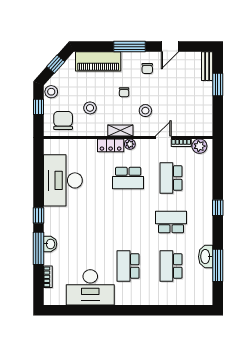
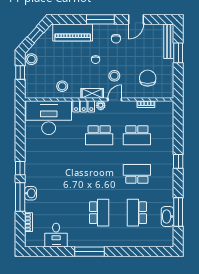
bench: (207, 66) -> (169, 41), width x1.36
stool: (90, 108) -> (62, 86), moved
chair: (63, 120) -> (148, 78), moved
door: (163, 138) -> (115, 100), moved
plant: (199, 146) -> (162, 107), removed
school desk: (171, 178) -> (137, 135), turned -90
desk: (63, 180) -> (49, 118), moved, turned 90
washbasin: (206, 257) -> (167, 216), moved
school desk: (128, 266) -> (99, 213), turned 180
desk: (90, 287) -> (56, 235), width x0.53, depth x0.77
window: (117, 310) -> (89, 252), added

